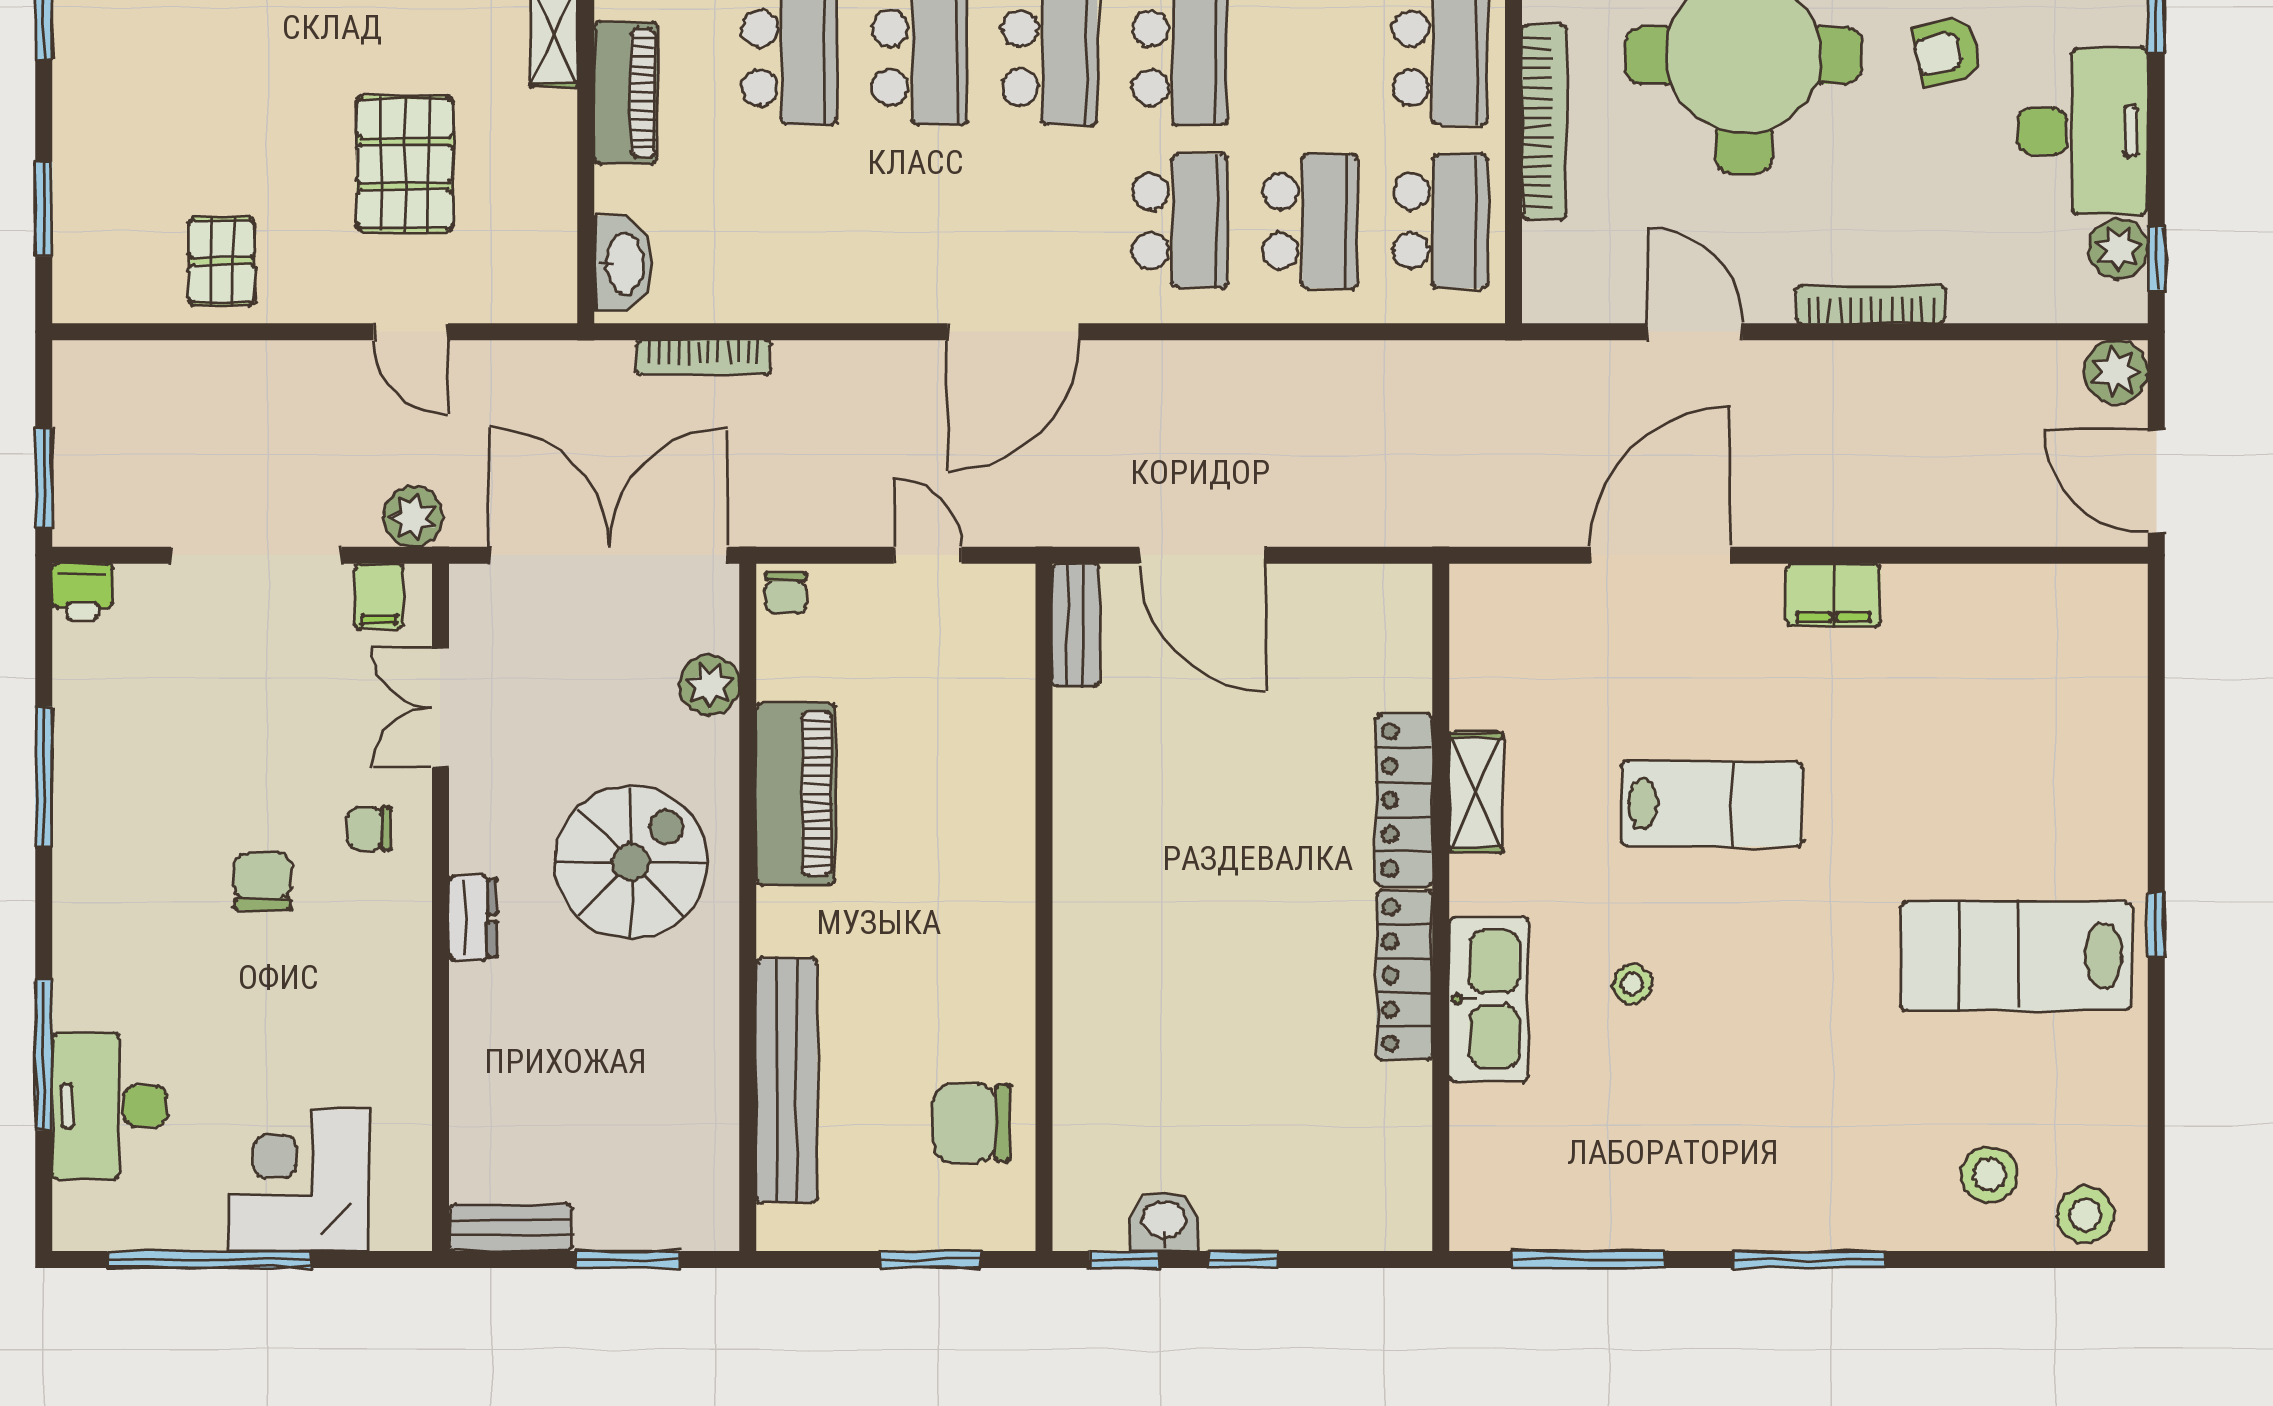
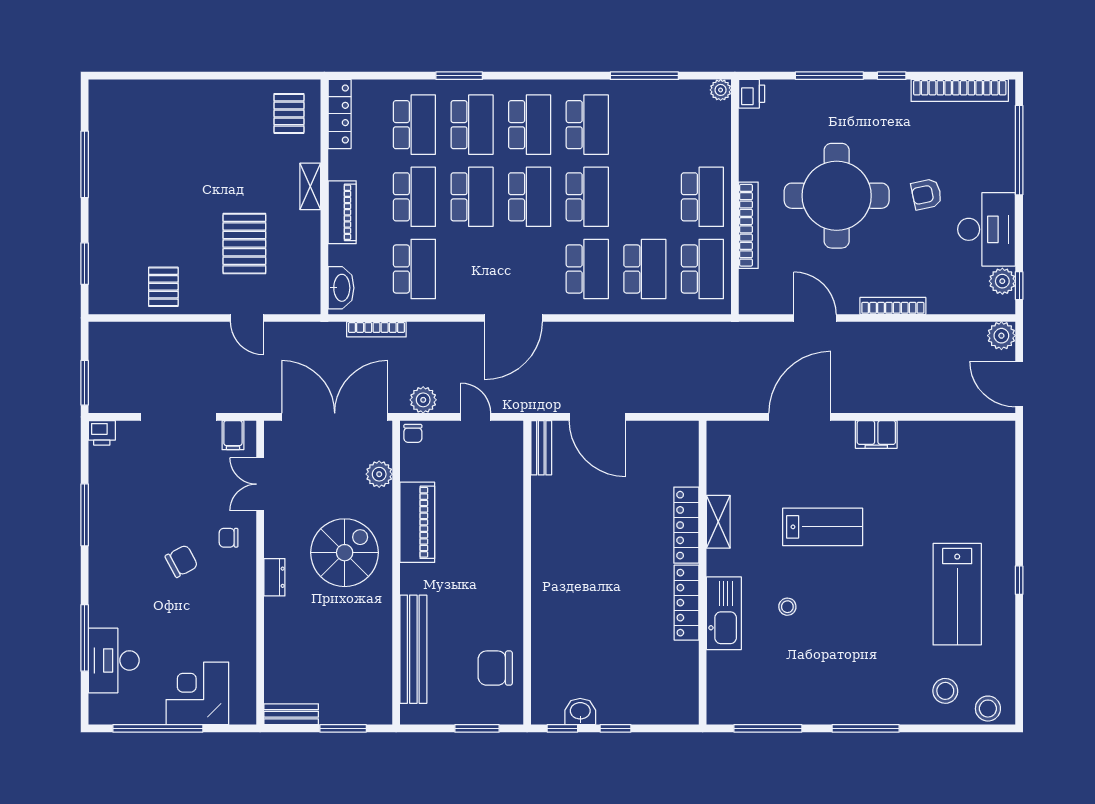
school desk: (789, 221) -> (414, 269), added
plant: (413, 517) -> (423, 400), moved
chair: (263, 881) -> (182, 561), turned 62
lab bench: (2016, 956) -> (957, 594), turned -90

